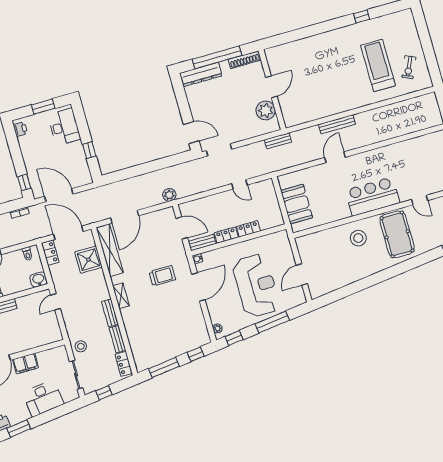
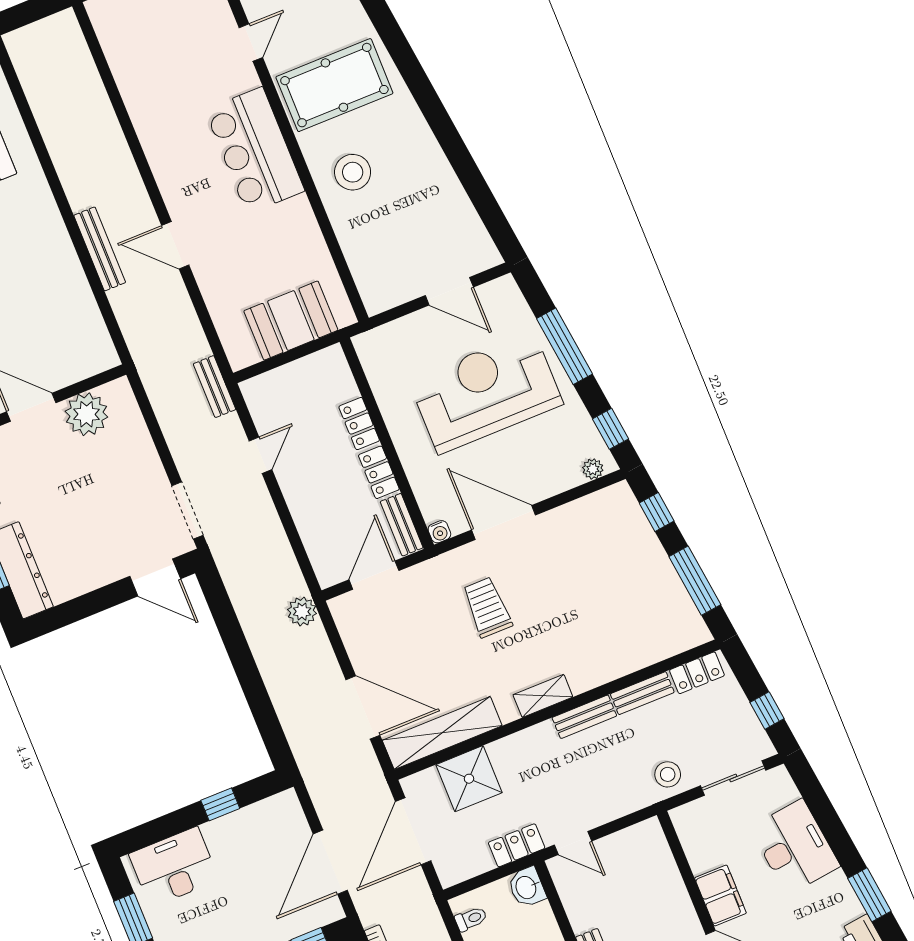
door: (191, 133) -> (155, 577), swing flipped
bench: (278, 141) -> (215, 387), moved
locker: (50, 253) -> (517, 845), moved

